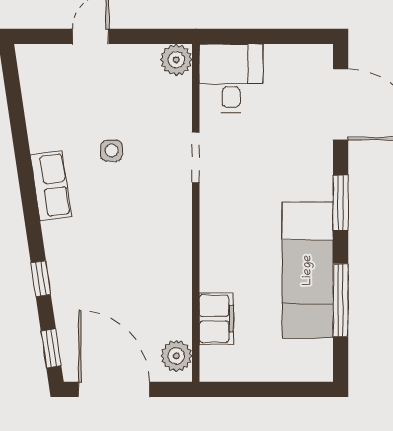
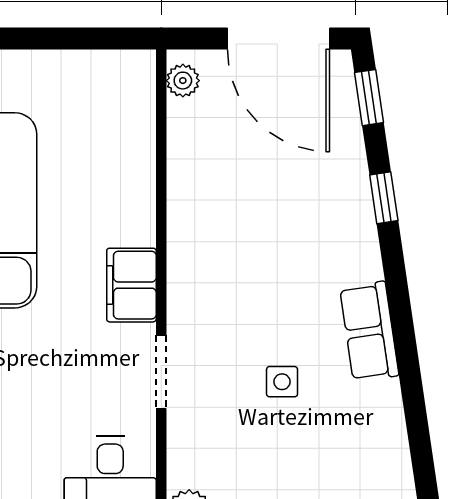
filing cabinet: (216, 319) -> (131, 285), moved
plant: (176, 356) -> (183, 81), width x0.73, depth x0.73

